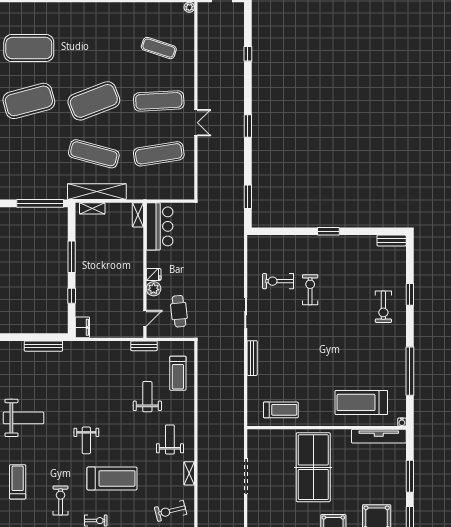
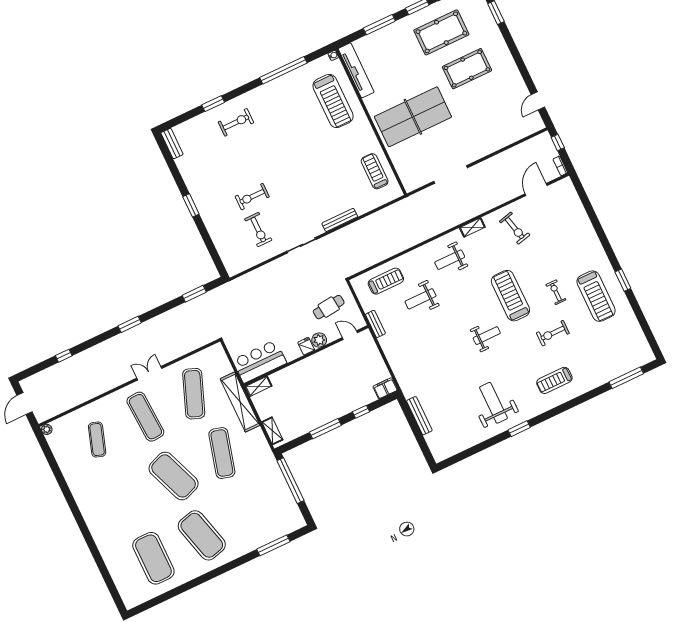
exercise mat: (159, 154) -> (194, 394), turned 30
shelving: (97, 192) -> (240, 402), moved

